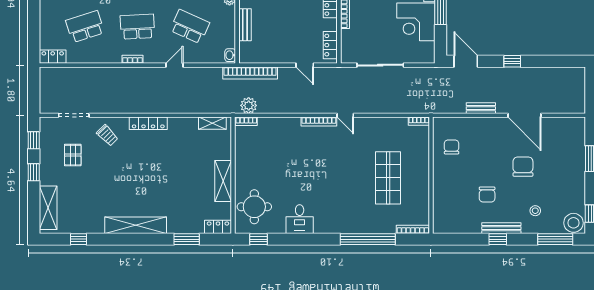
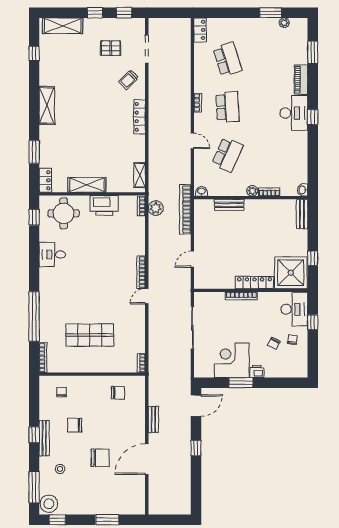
locker: (330, 45) -> (211, 282), removed
printer: (246, 162) -> (104, 205), added
chair: (451, 209) -> (62, 392), added
shelving: (136, 225) -> (47, 105), width x0.68

